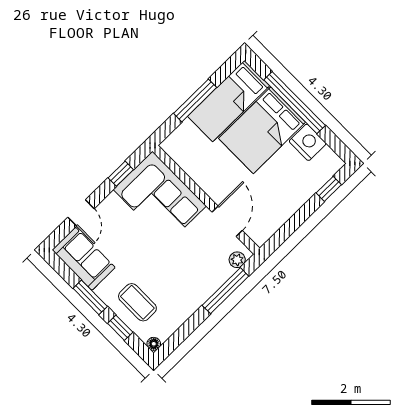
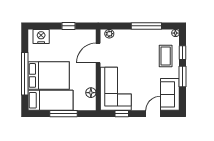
nightstand: (308, 142) -> (41, 36), moved, turned 90
floor lamp: (187, 162) -> (91, 93), added
window: (329, 189) -> (68, 26), moved
window: (225, 291) -> (146, 26), moved

